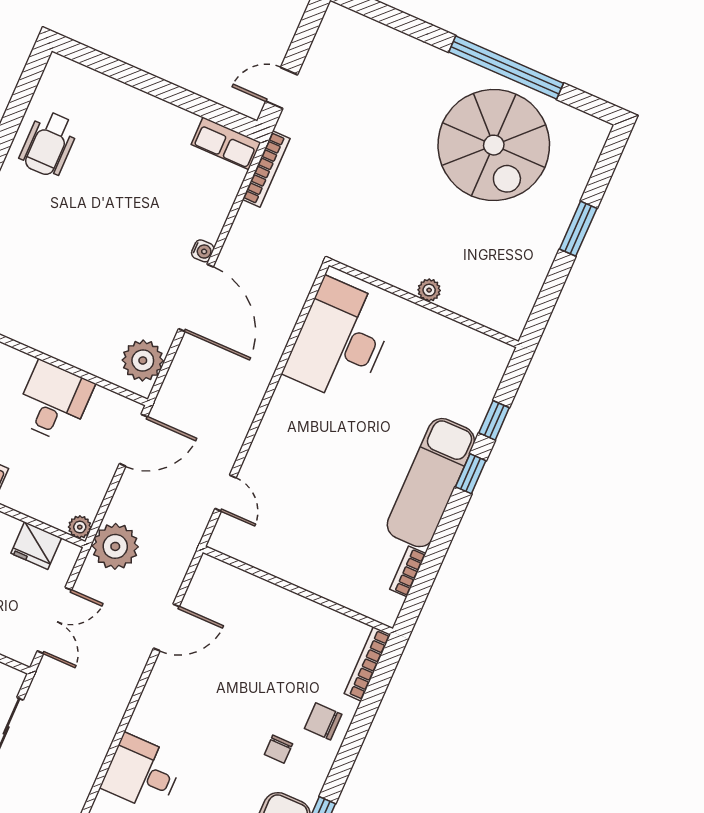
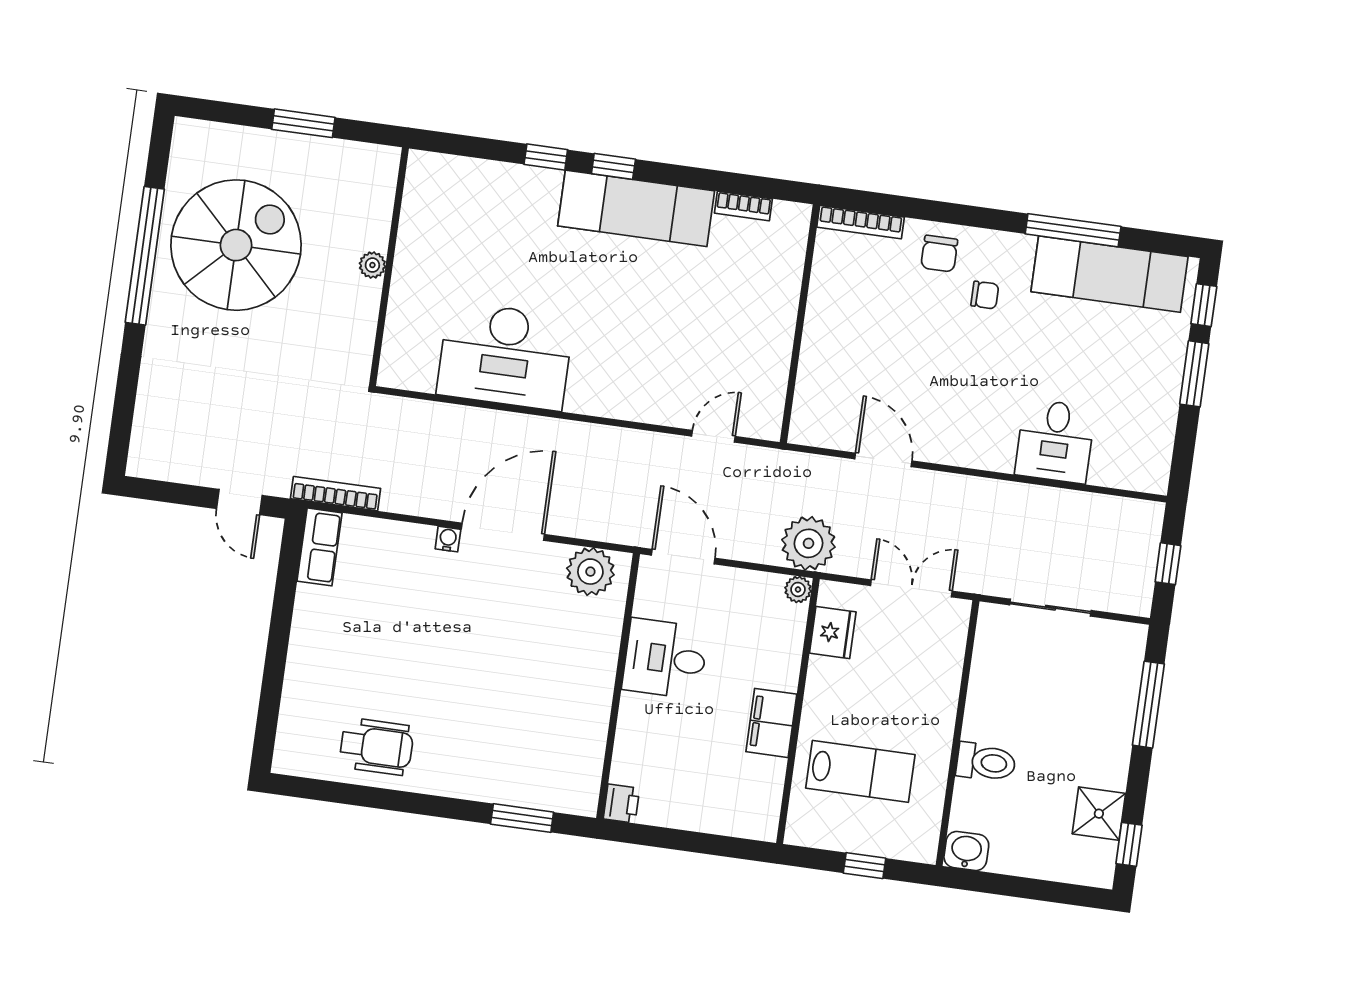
plant: (429, 290) -> (372, 265), moved
wall: (424, 303) -> (389, 267), moved

